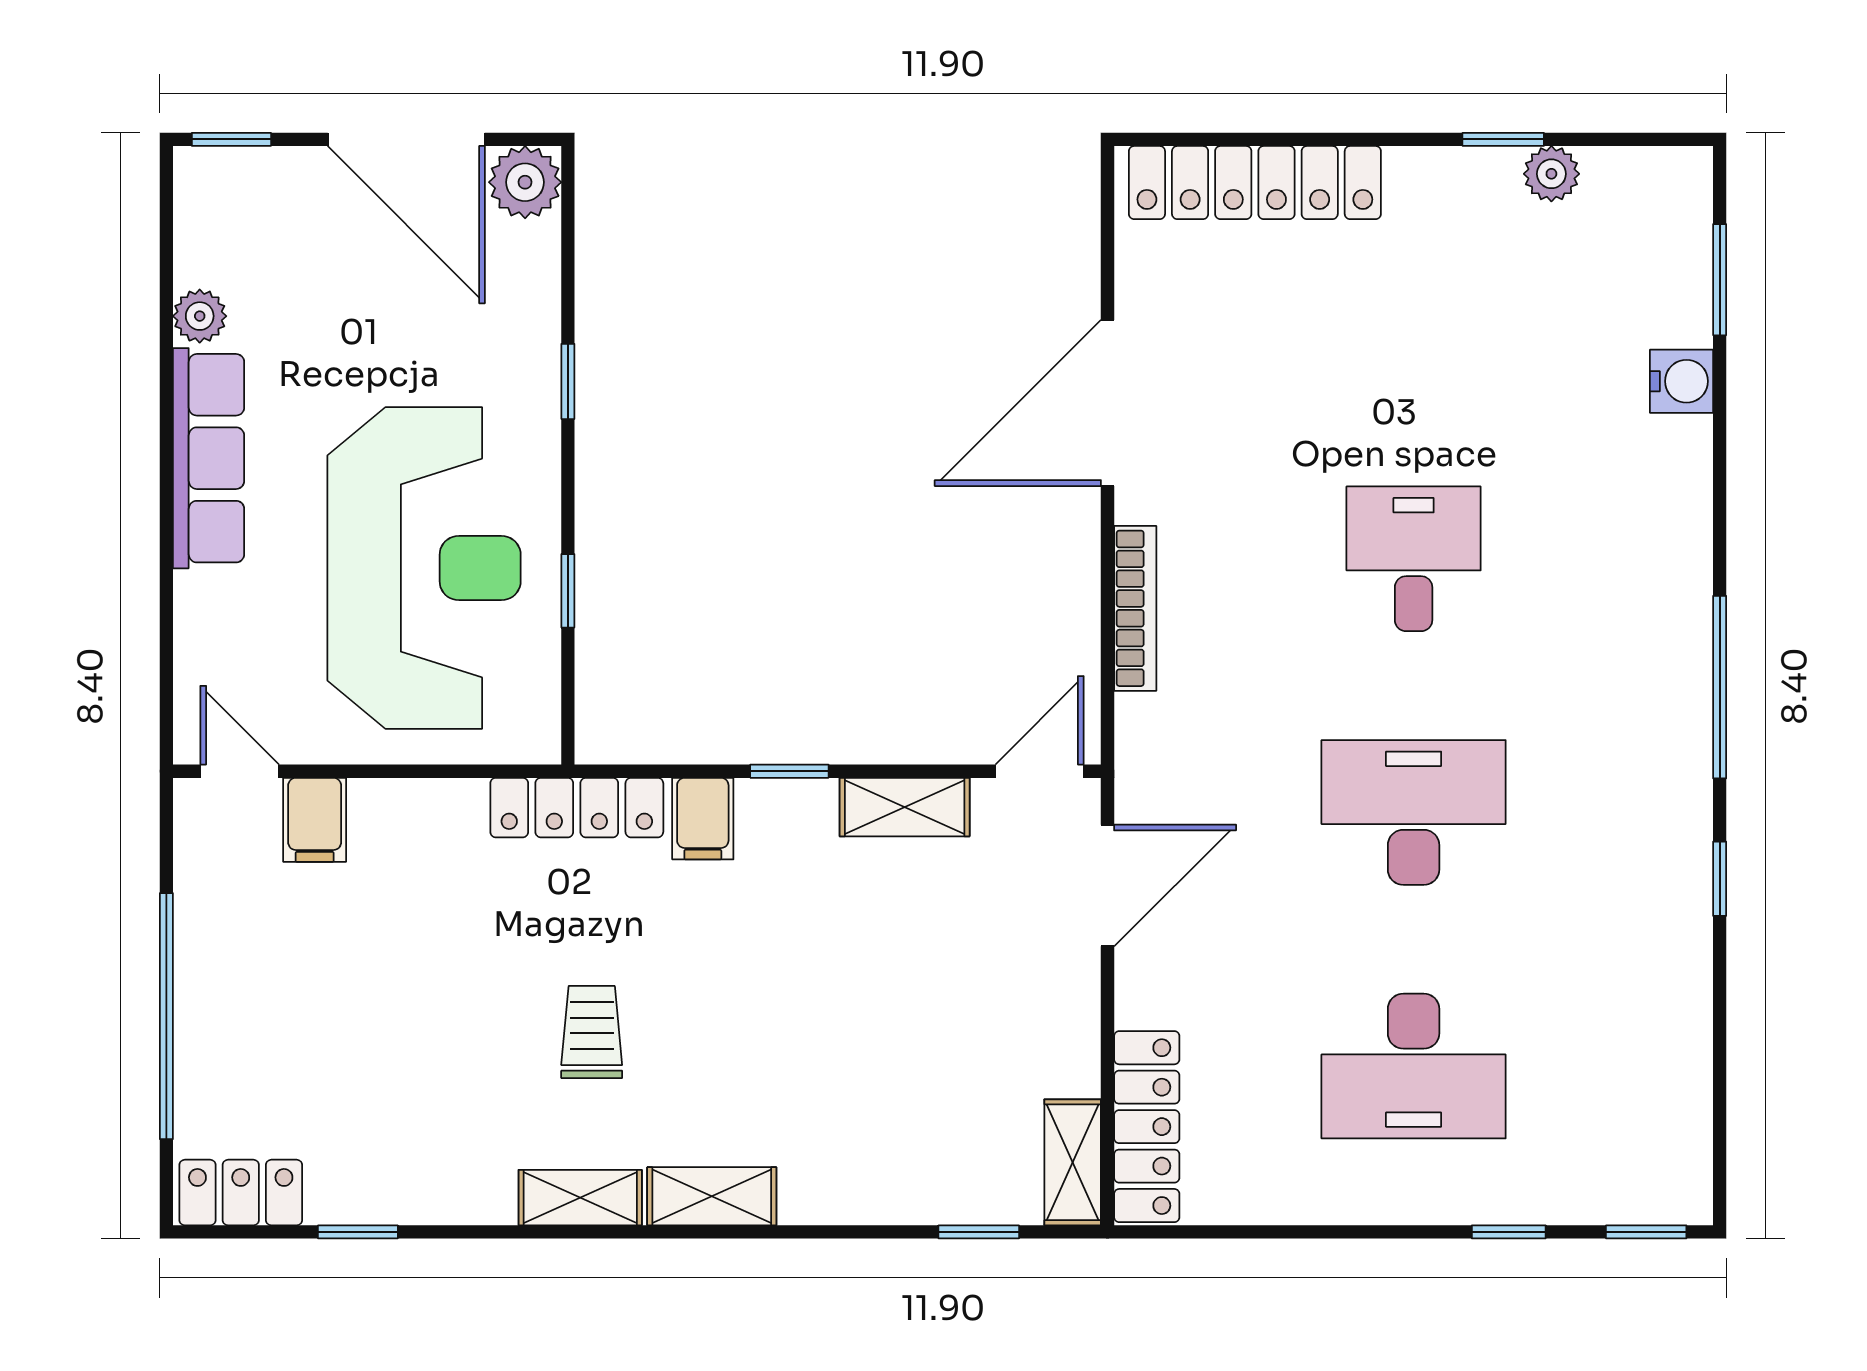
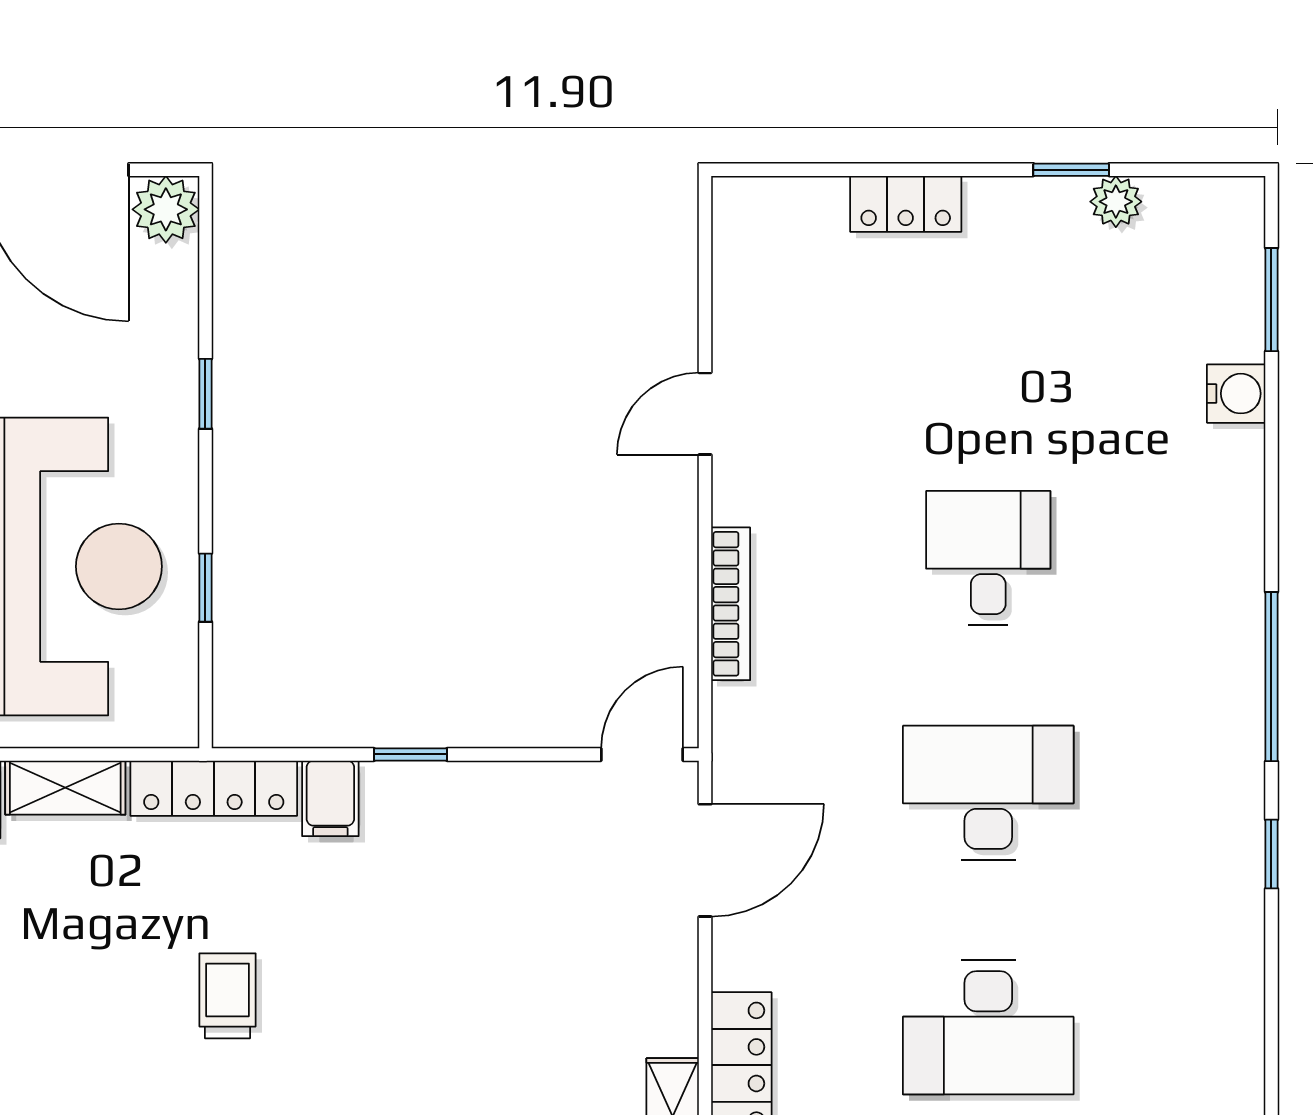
locker: (1255, 183) -> (906, 204), width x0.46, depth x0.83
door: (1108, 403) -> (705, 414), width x0.53
shelving: (905, 807) -> (65, 788), moved

